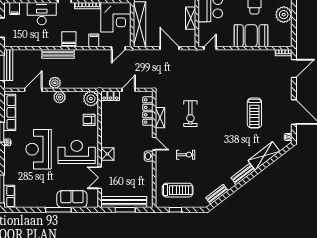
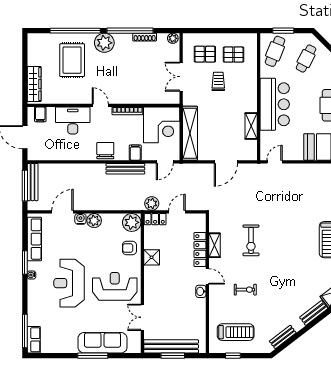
door: (169, 48) -> (226, 162), swing flipped
bench: (58, 54) -> (125, 169), moved
plant: (55, 83) -> (152, 203), moved
water cooler: (48, 96) -> (80, 219), added
locker: (148, 111) -> (200, 250), moved
shower: (107, 154) -> (152, 257), moved
sofa: (72, 199) -> (103, 343), width x1.36

